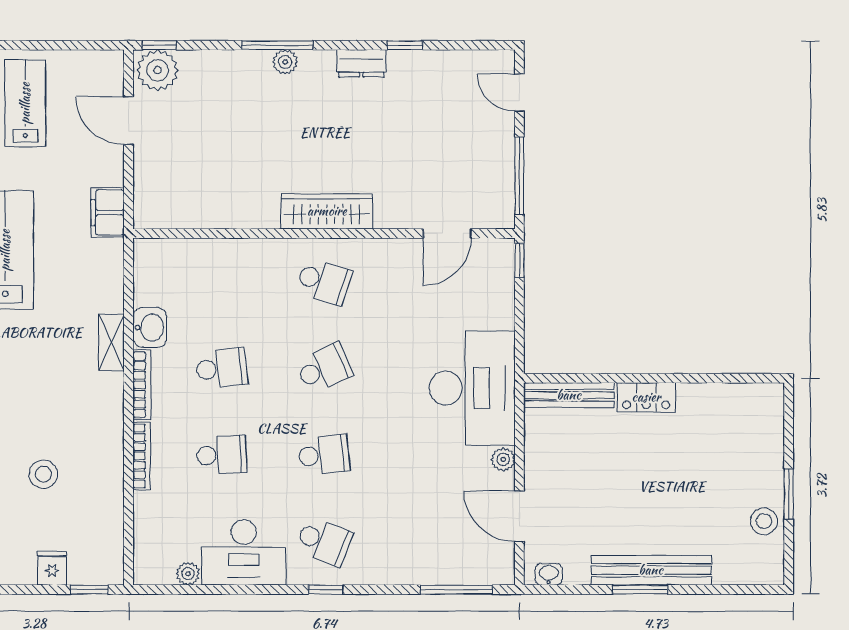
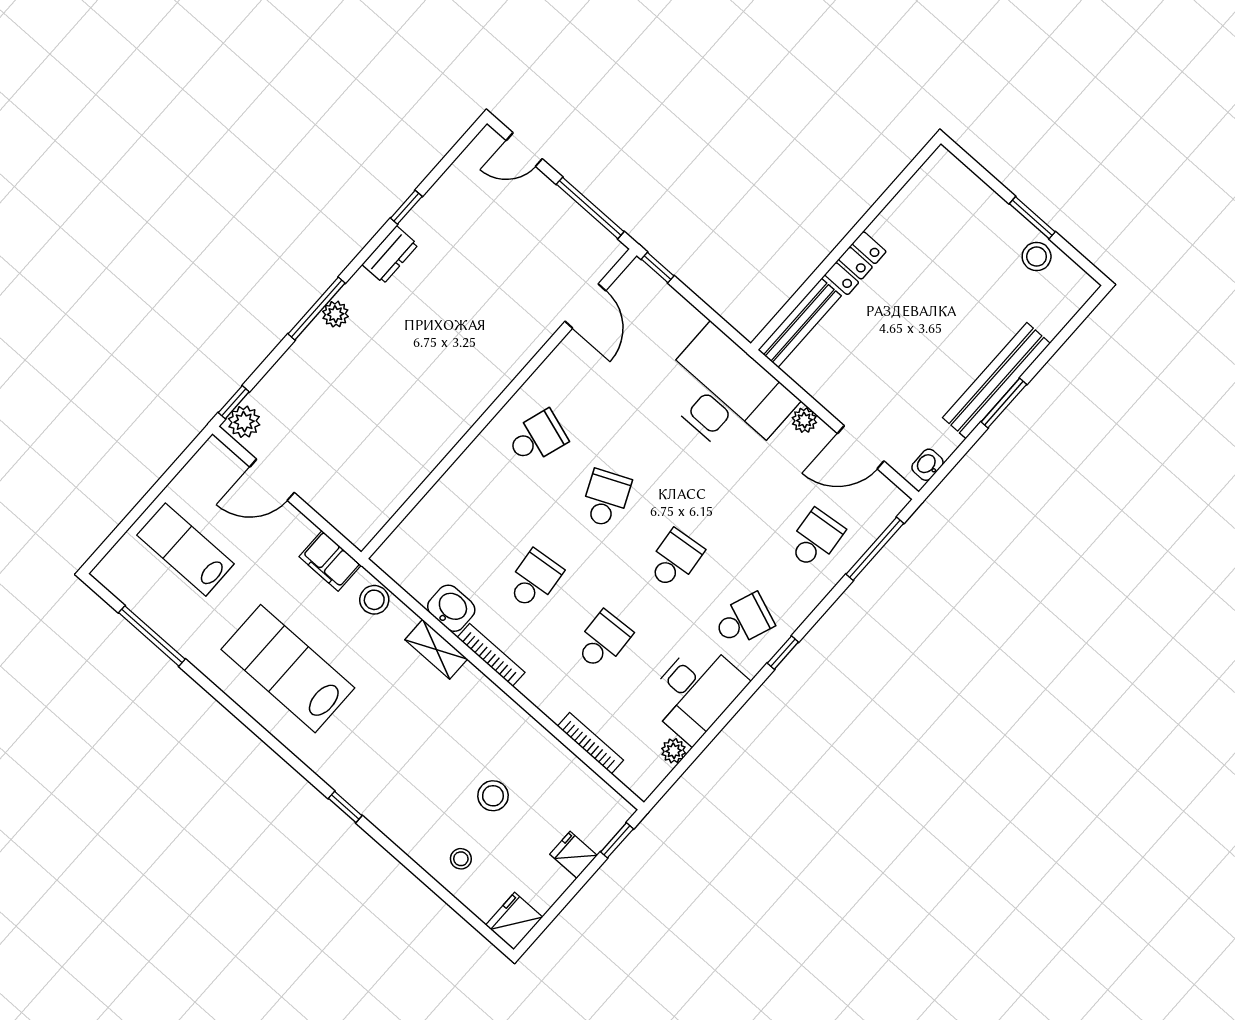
plant: (158, 70) -> (244, 422), width x0.73, depth x0.73
wardrobe: (327, 211) -> (483, 386), removed
stool: (108, 268) -> (374, 600), added
bookcase: (141, 456) -> (590, 743), moved
school desk: (426, 542) -> (815, 539), added

